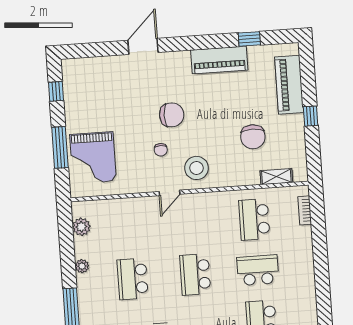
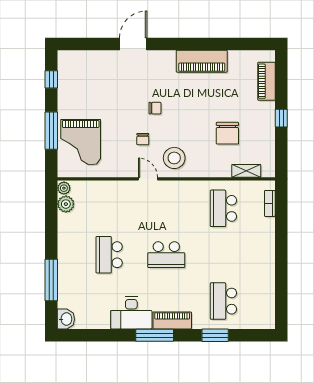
window: (249, 39) -> (230, 44), removed
piano: (289, 85) -> (266, 81), width x0.73, depth x0.75
chair: (172, 115) -> (155, 108), width x0.54, depth x0.54
door: (169, 193) -> (148, 179), swing flipped
plant: (82, 266) -> (64, 188), moved
school desk: (258, 270) -> (223, 255), removed
school desk: (195, 275) -> (166, 255), turned -90

